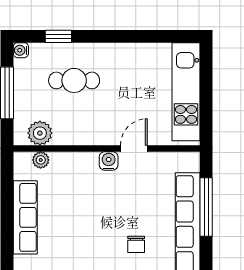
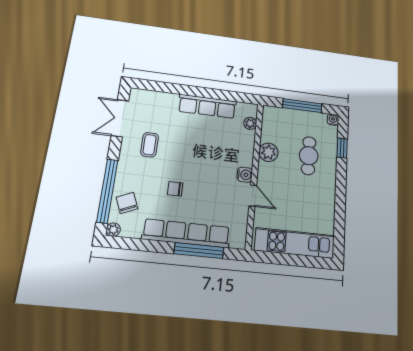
plant: (40, 133) -> (268, 152), moved

